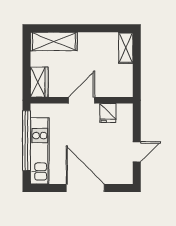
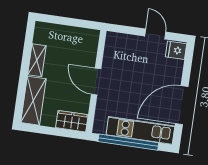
shelving: (126, 48) -> (37, 60), moved, turned 90
fridge: (108, 113) -> (176, 50), moved, turned 180
door: (85, 188) -> (182, 105), moved

